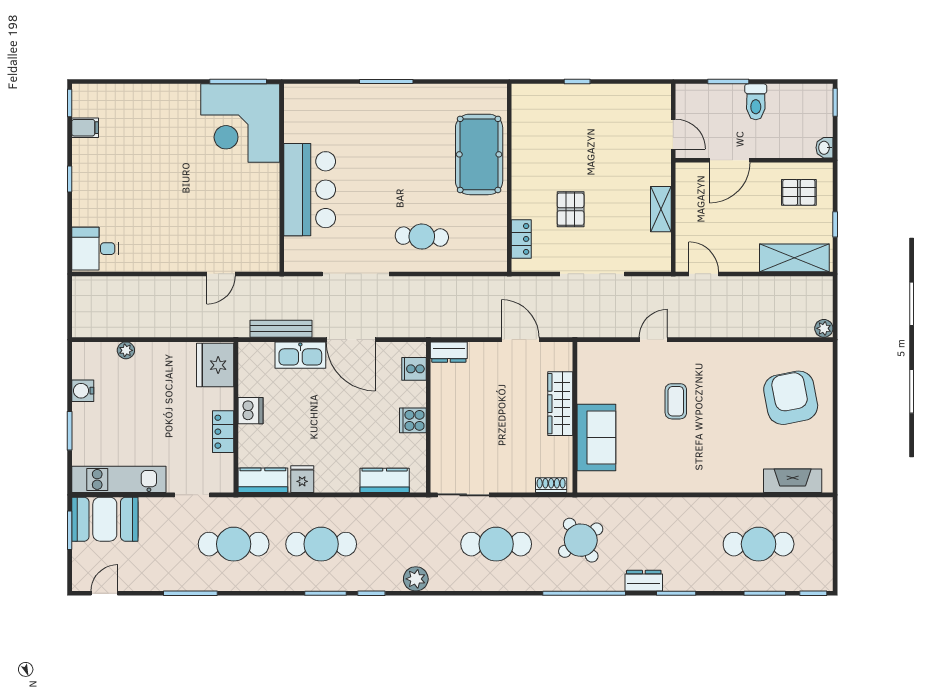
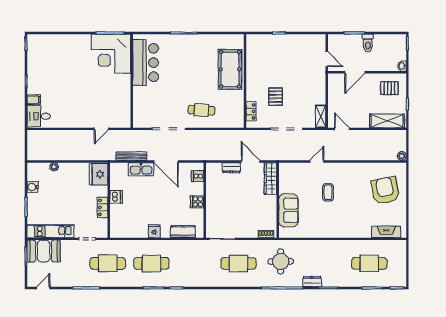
filing cabinet: (85, 128) -> (34, 100), moved
bar counter: (310, 190) -> (146, 63), moved
shelving: (661, 209) -> (321, 116), moved
dresser: (449, 352) -> (231, 168), moved
wardrobe: (560, 404) -> (270, 179), moved
fridge: (302, 479) -> (154, 231), moved
kitchen counter: (263, 480) -> (122, 232), removed
round table: (581, 540) -> (281, 261), turned 35
plant: (416, 579) -> (198, 281), removed

